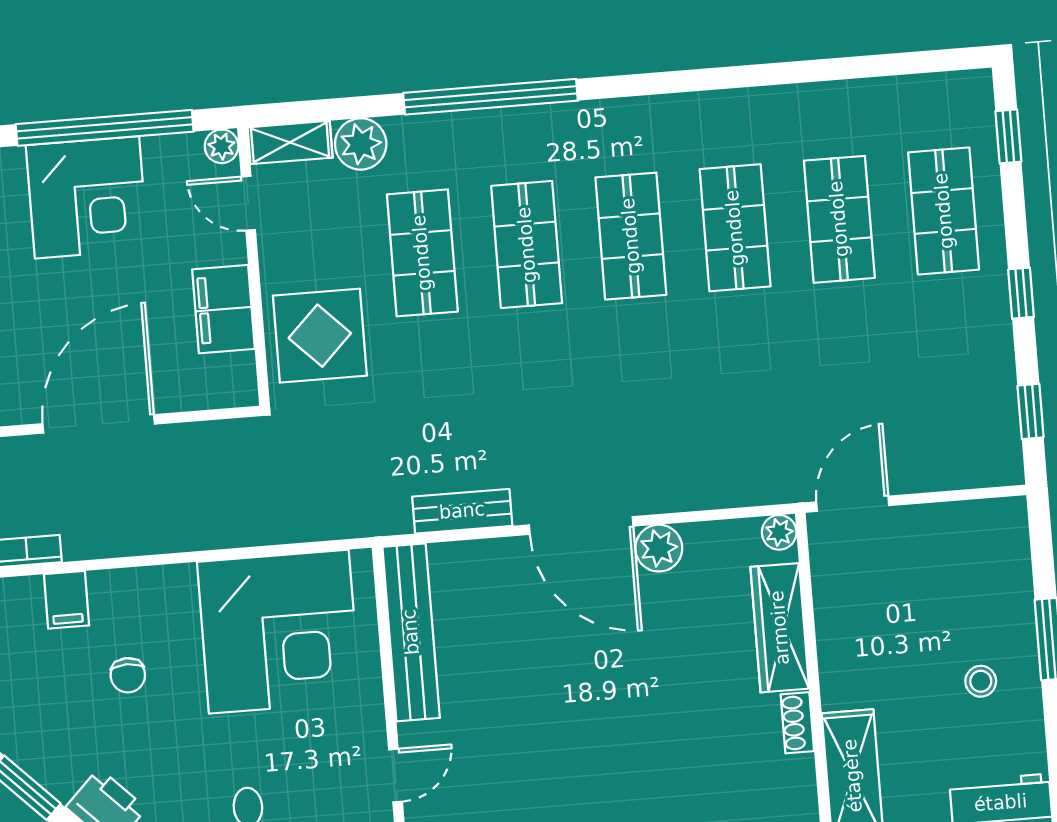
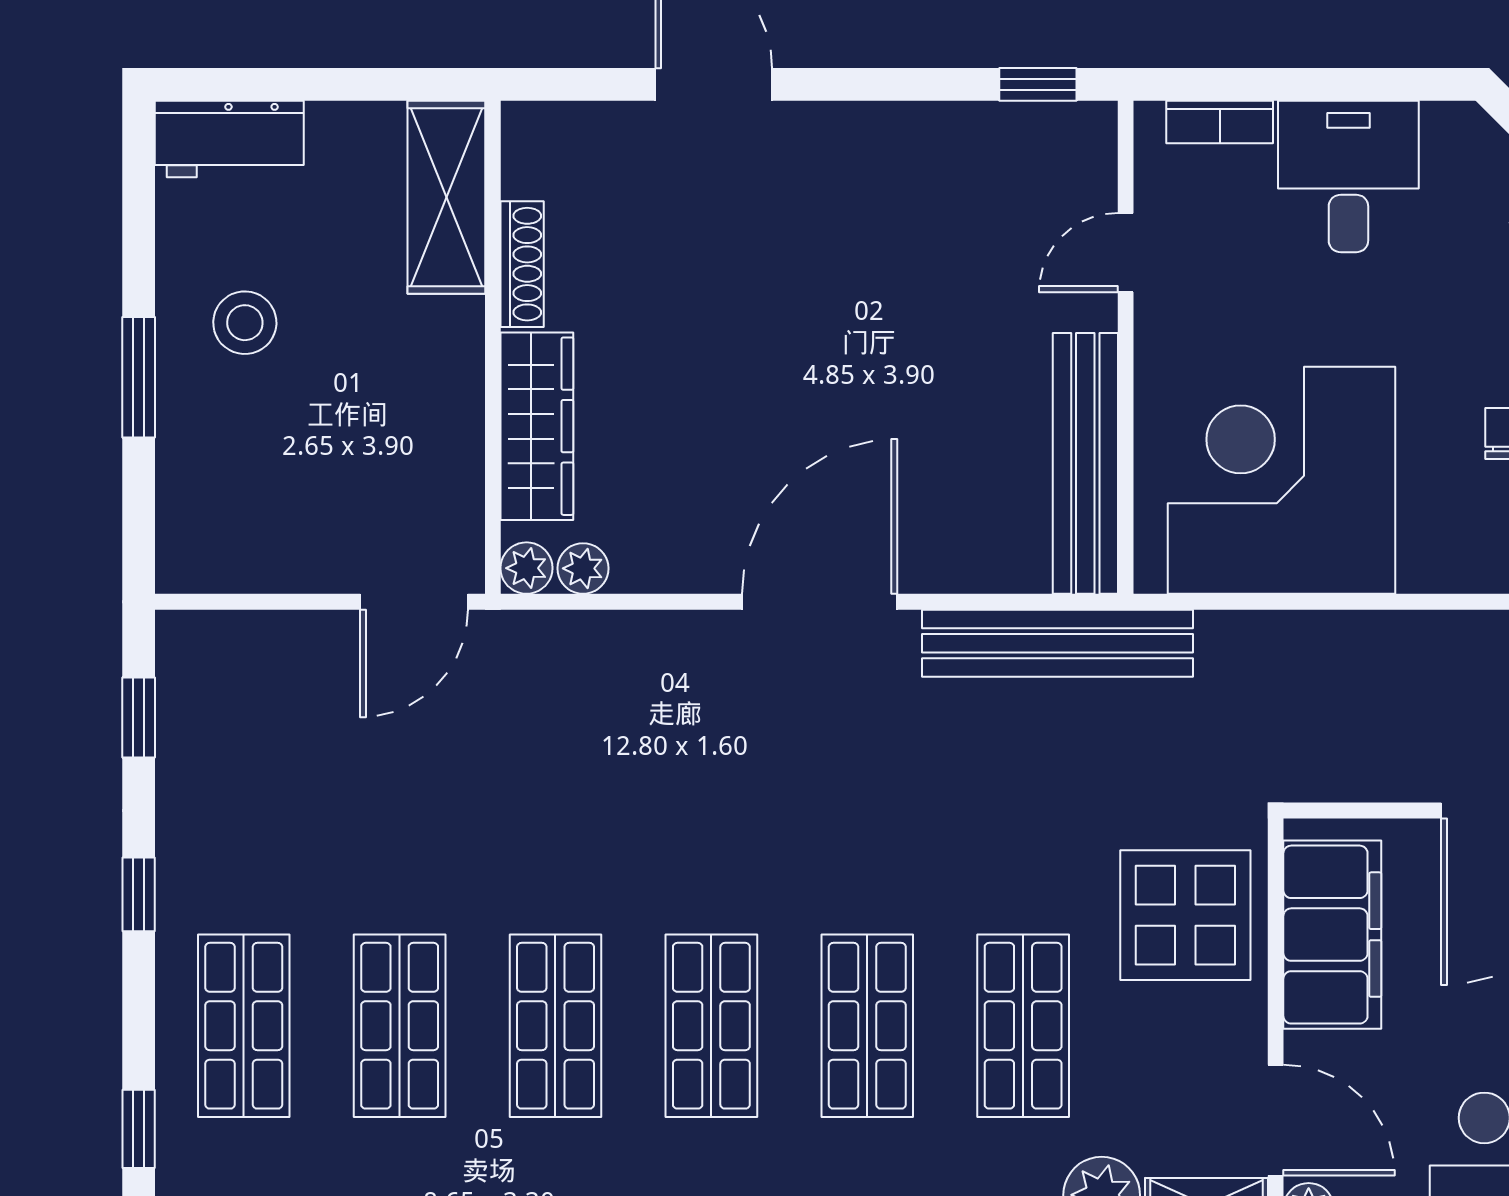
door: (248, 203) -> (1276, 1120), width x1.38
filing cabinet: (223, 309) -> (1332, 935), width x1.50, depth x1.17
bench: (462, 511) -> (1057, 643), width x1.86, depth x1.21
door: (581, 526) -> (820, 602), hinge flipped
plant: (659, 548) -> (583, 568), moved, width x0.73, depth x0.73
stool: (981, 681) -> (245, 323), width x1.37, depth x1.37
shoe rack: (797, 723) -> (522, 264), width x1.43

